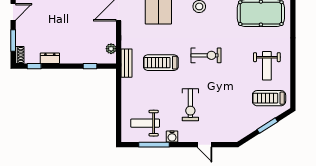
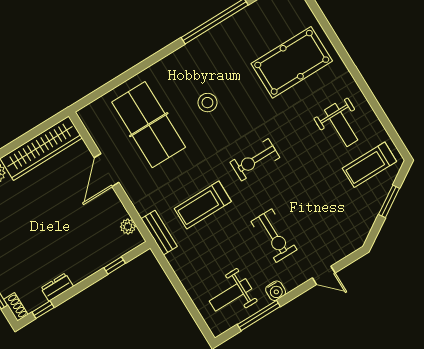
exercise bike: (206, 55) -> (255, 160), turned 180

